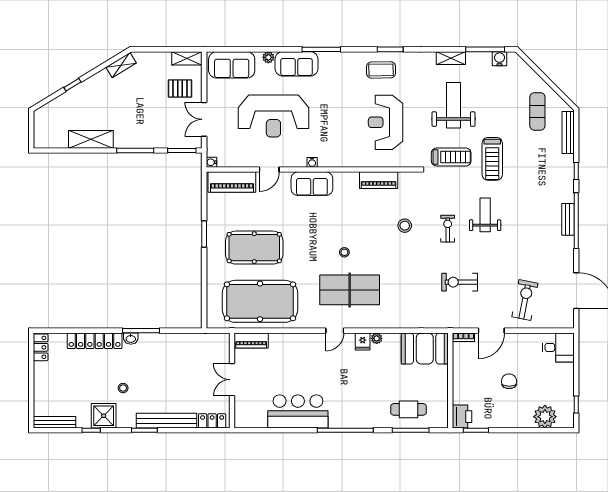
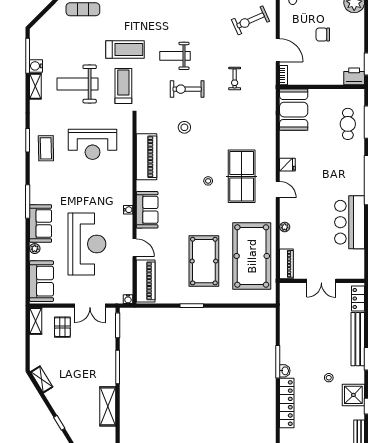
water cooler: (500, 59) -> (36, 66), moved
piano: (379, 180) -> (146, 157), width x1.37, depth x1.33
exercise bike: (448, 229) -> (187, 89), width x1.38, depth x1.39
exercise bike: (460, 282) -> (235, 78), width x0.73, depth x0.72
exercise bike: (525, 300) -> (251, 20), turned -35
plant: (377, 338) -> (285, 227), moved

